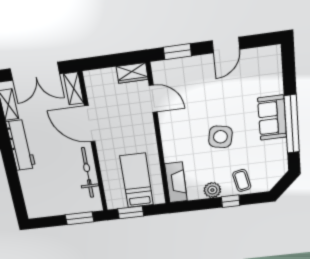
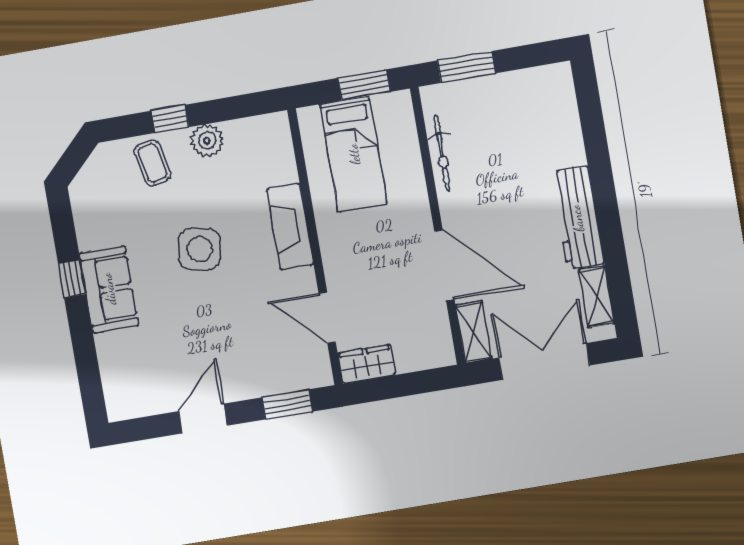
window: (292, 124) -> (72, 279), width x0.32
bicycle: (88, 173) -> (442, 153), width x0.73, depth x0.71
fireplace: (176, 182) -> (290, 227), moved

